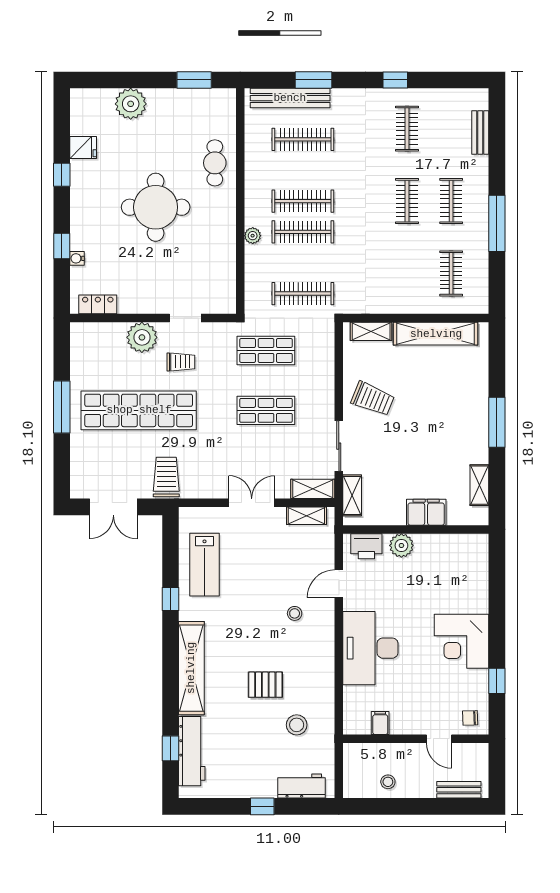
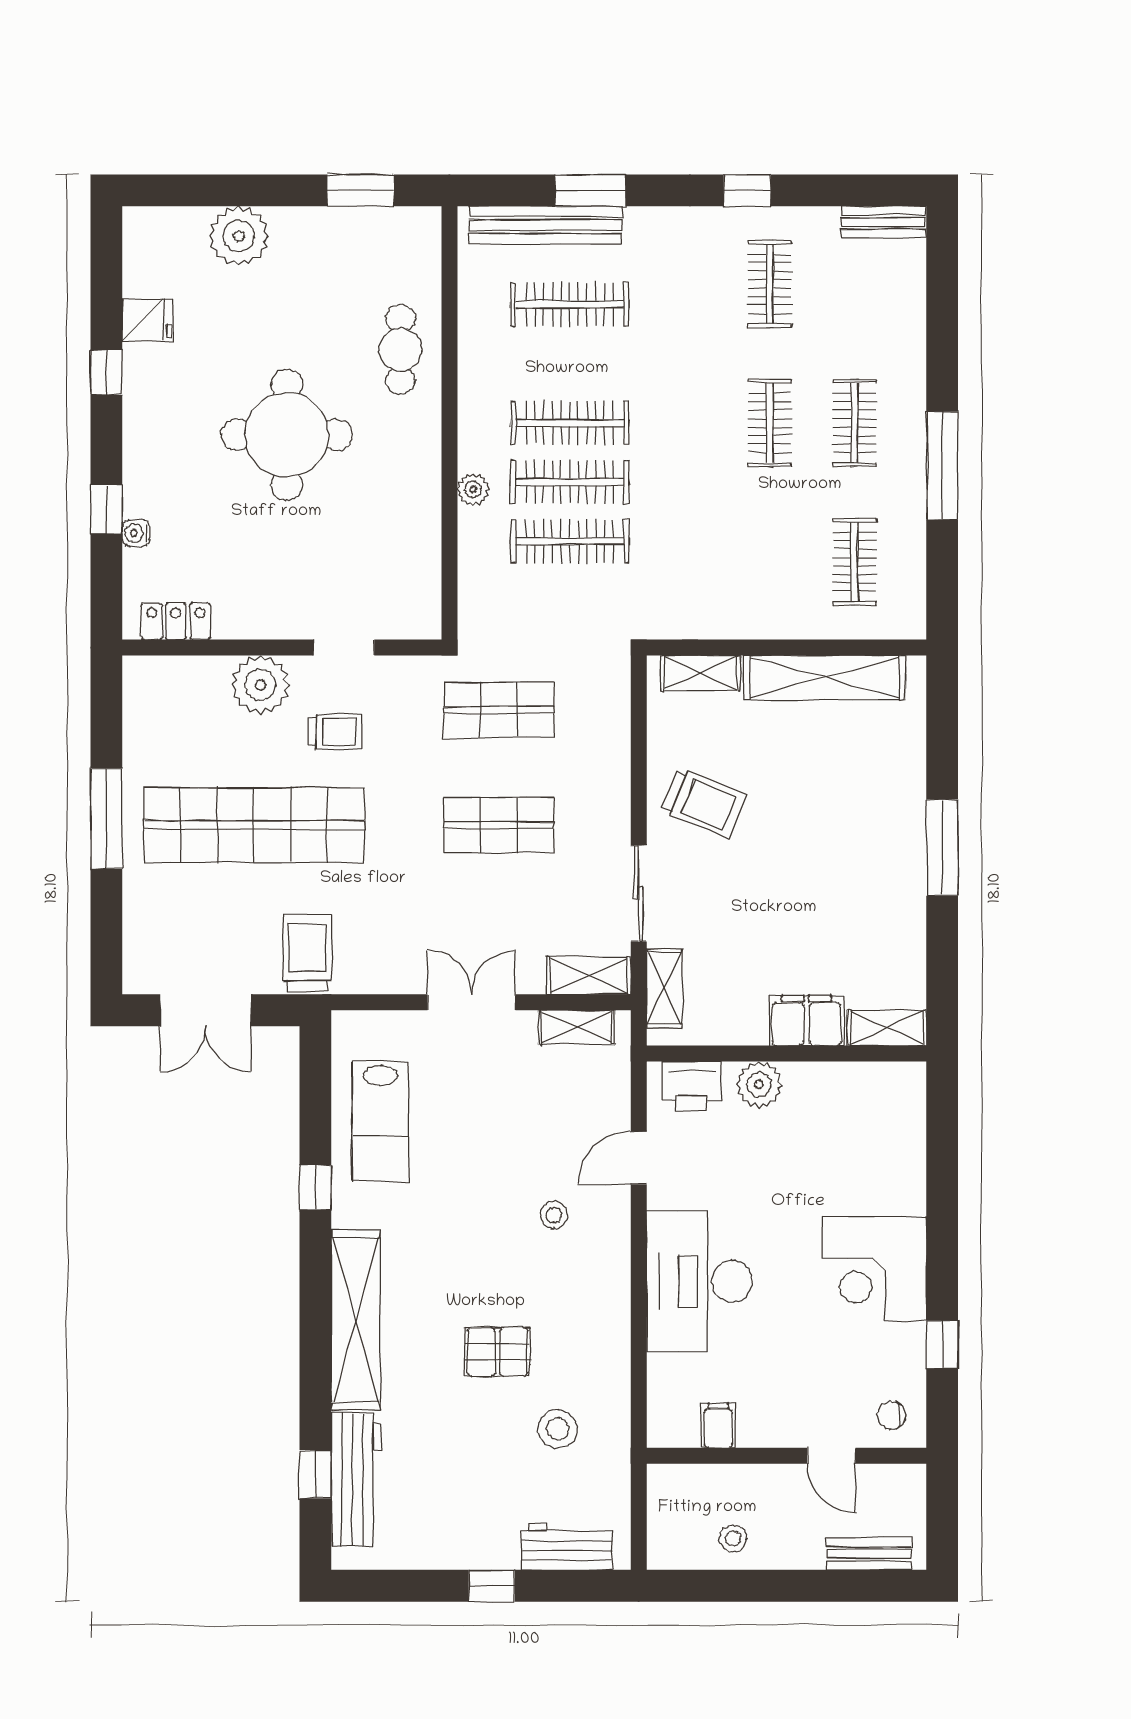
bench: (480, 132) -> (883, 222), moved, turned 90
clothes rail: (303, 294) -> (570, 541), moved
shelving: (479, 485) -> (887, 1028), moved, turned 90

